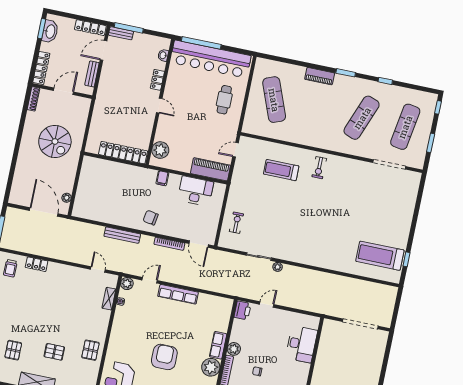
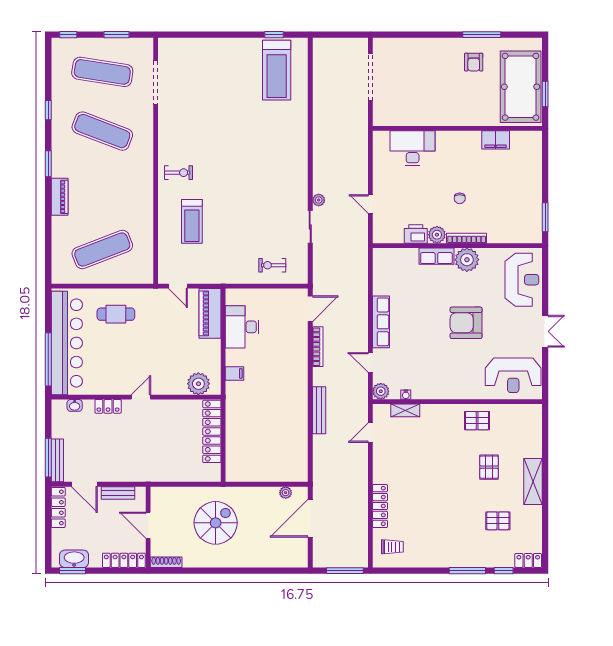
bench: (121, 33) -> (57, 460), width x1.36
chair: (151, 218) -> (289, 378), removed
locker: (37, 264) -> (380, 506), width x1.53
printer: (242, 310) -> (416, 234), moved

